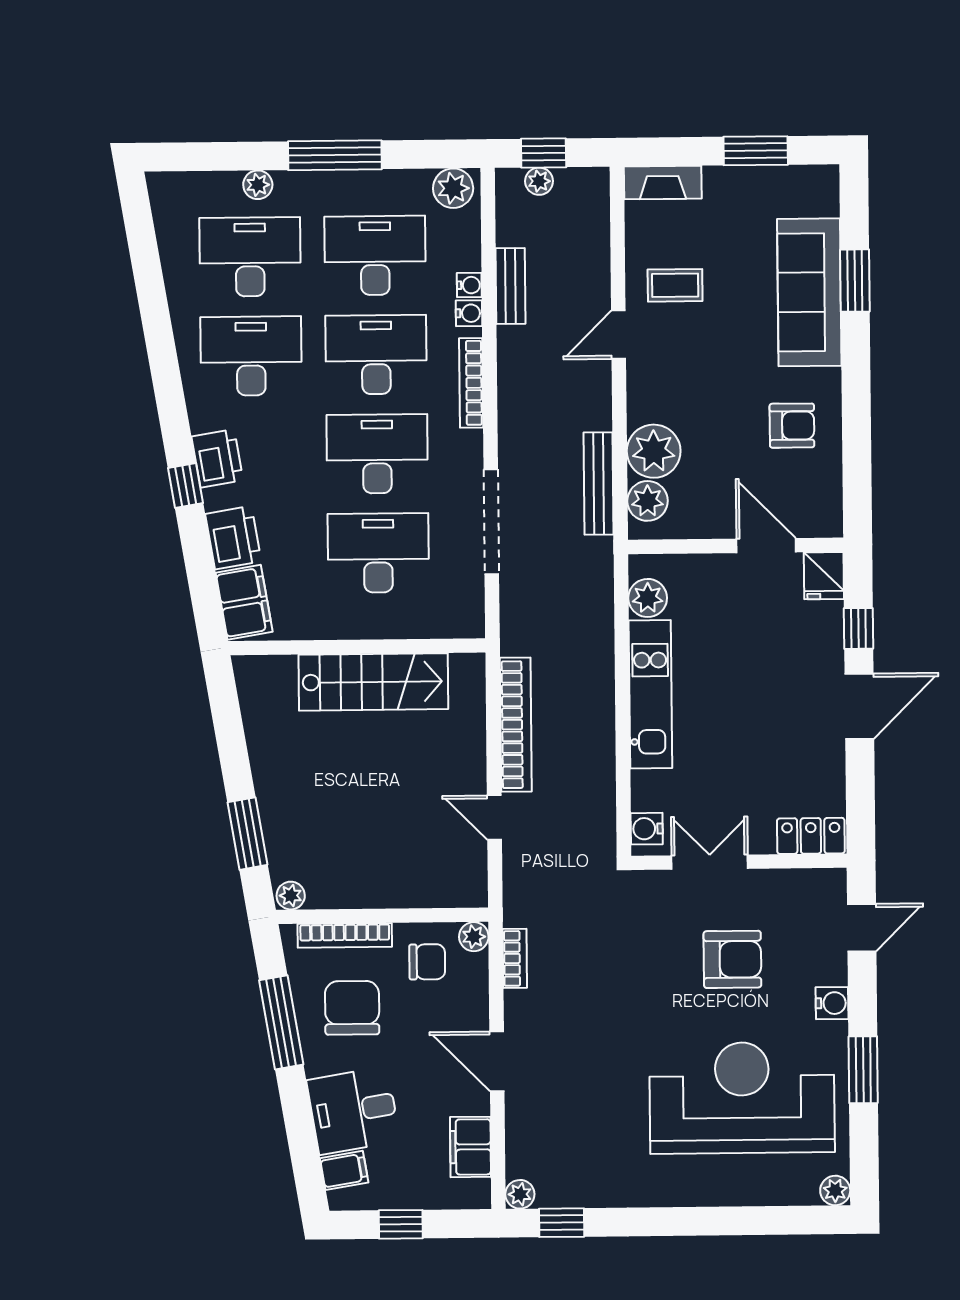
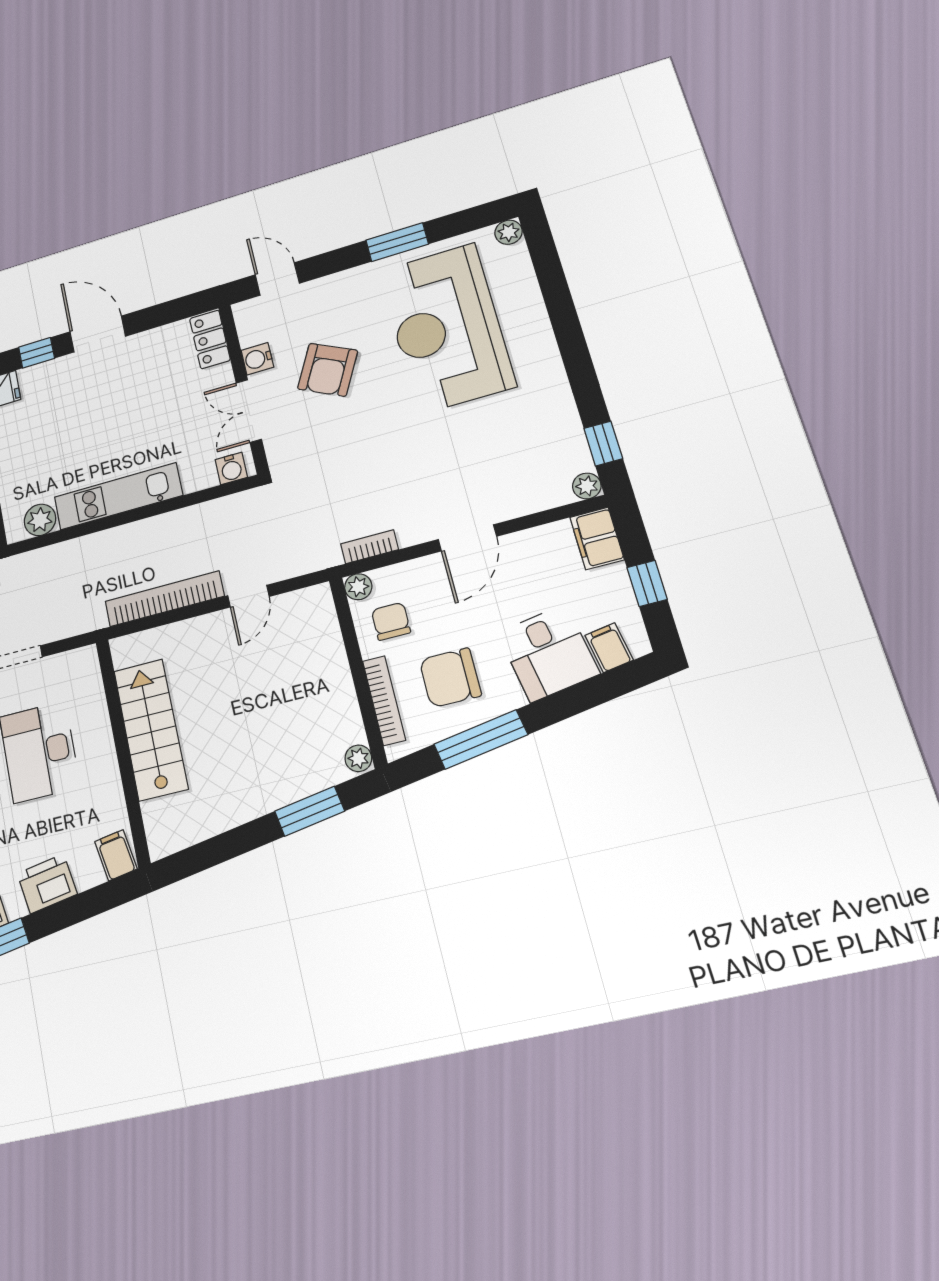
filing cabinet: (244, 602) -> (116, 855), width x0.50
armchair: (732, 959) -> (328, 370), turned -153
water cooler: (832, 1003) -> (257, 359), moved, turned -90
filing cabinet: (471, 1147) -> (597, 538), moved, turned 90

